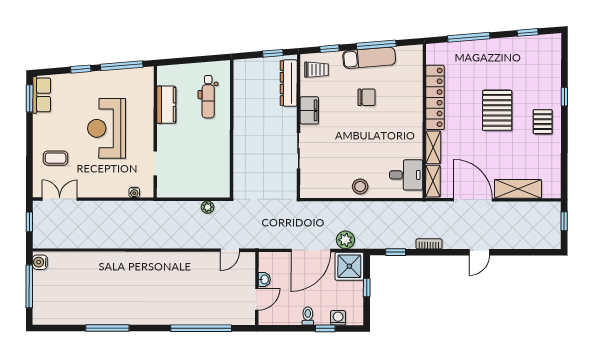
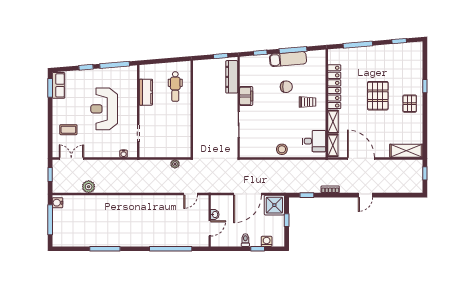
trolley: (316, 70) -> (307, 102), moved
shelving: (518, 189) -> (406, 151), moved
plant: (345, 240) -> (89, 187), moved

